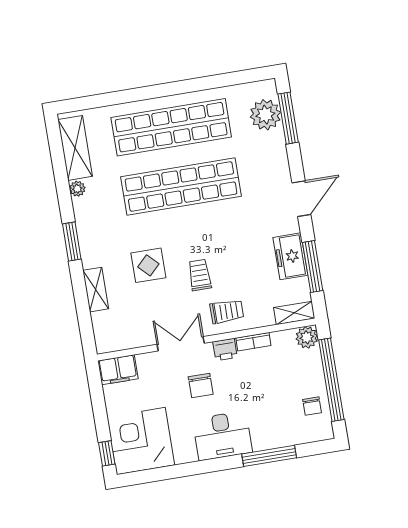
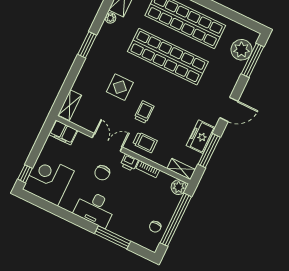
shelving: (96, 290) -> (70, 105), moved

